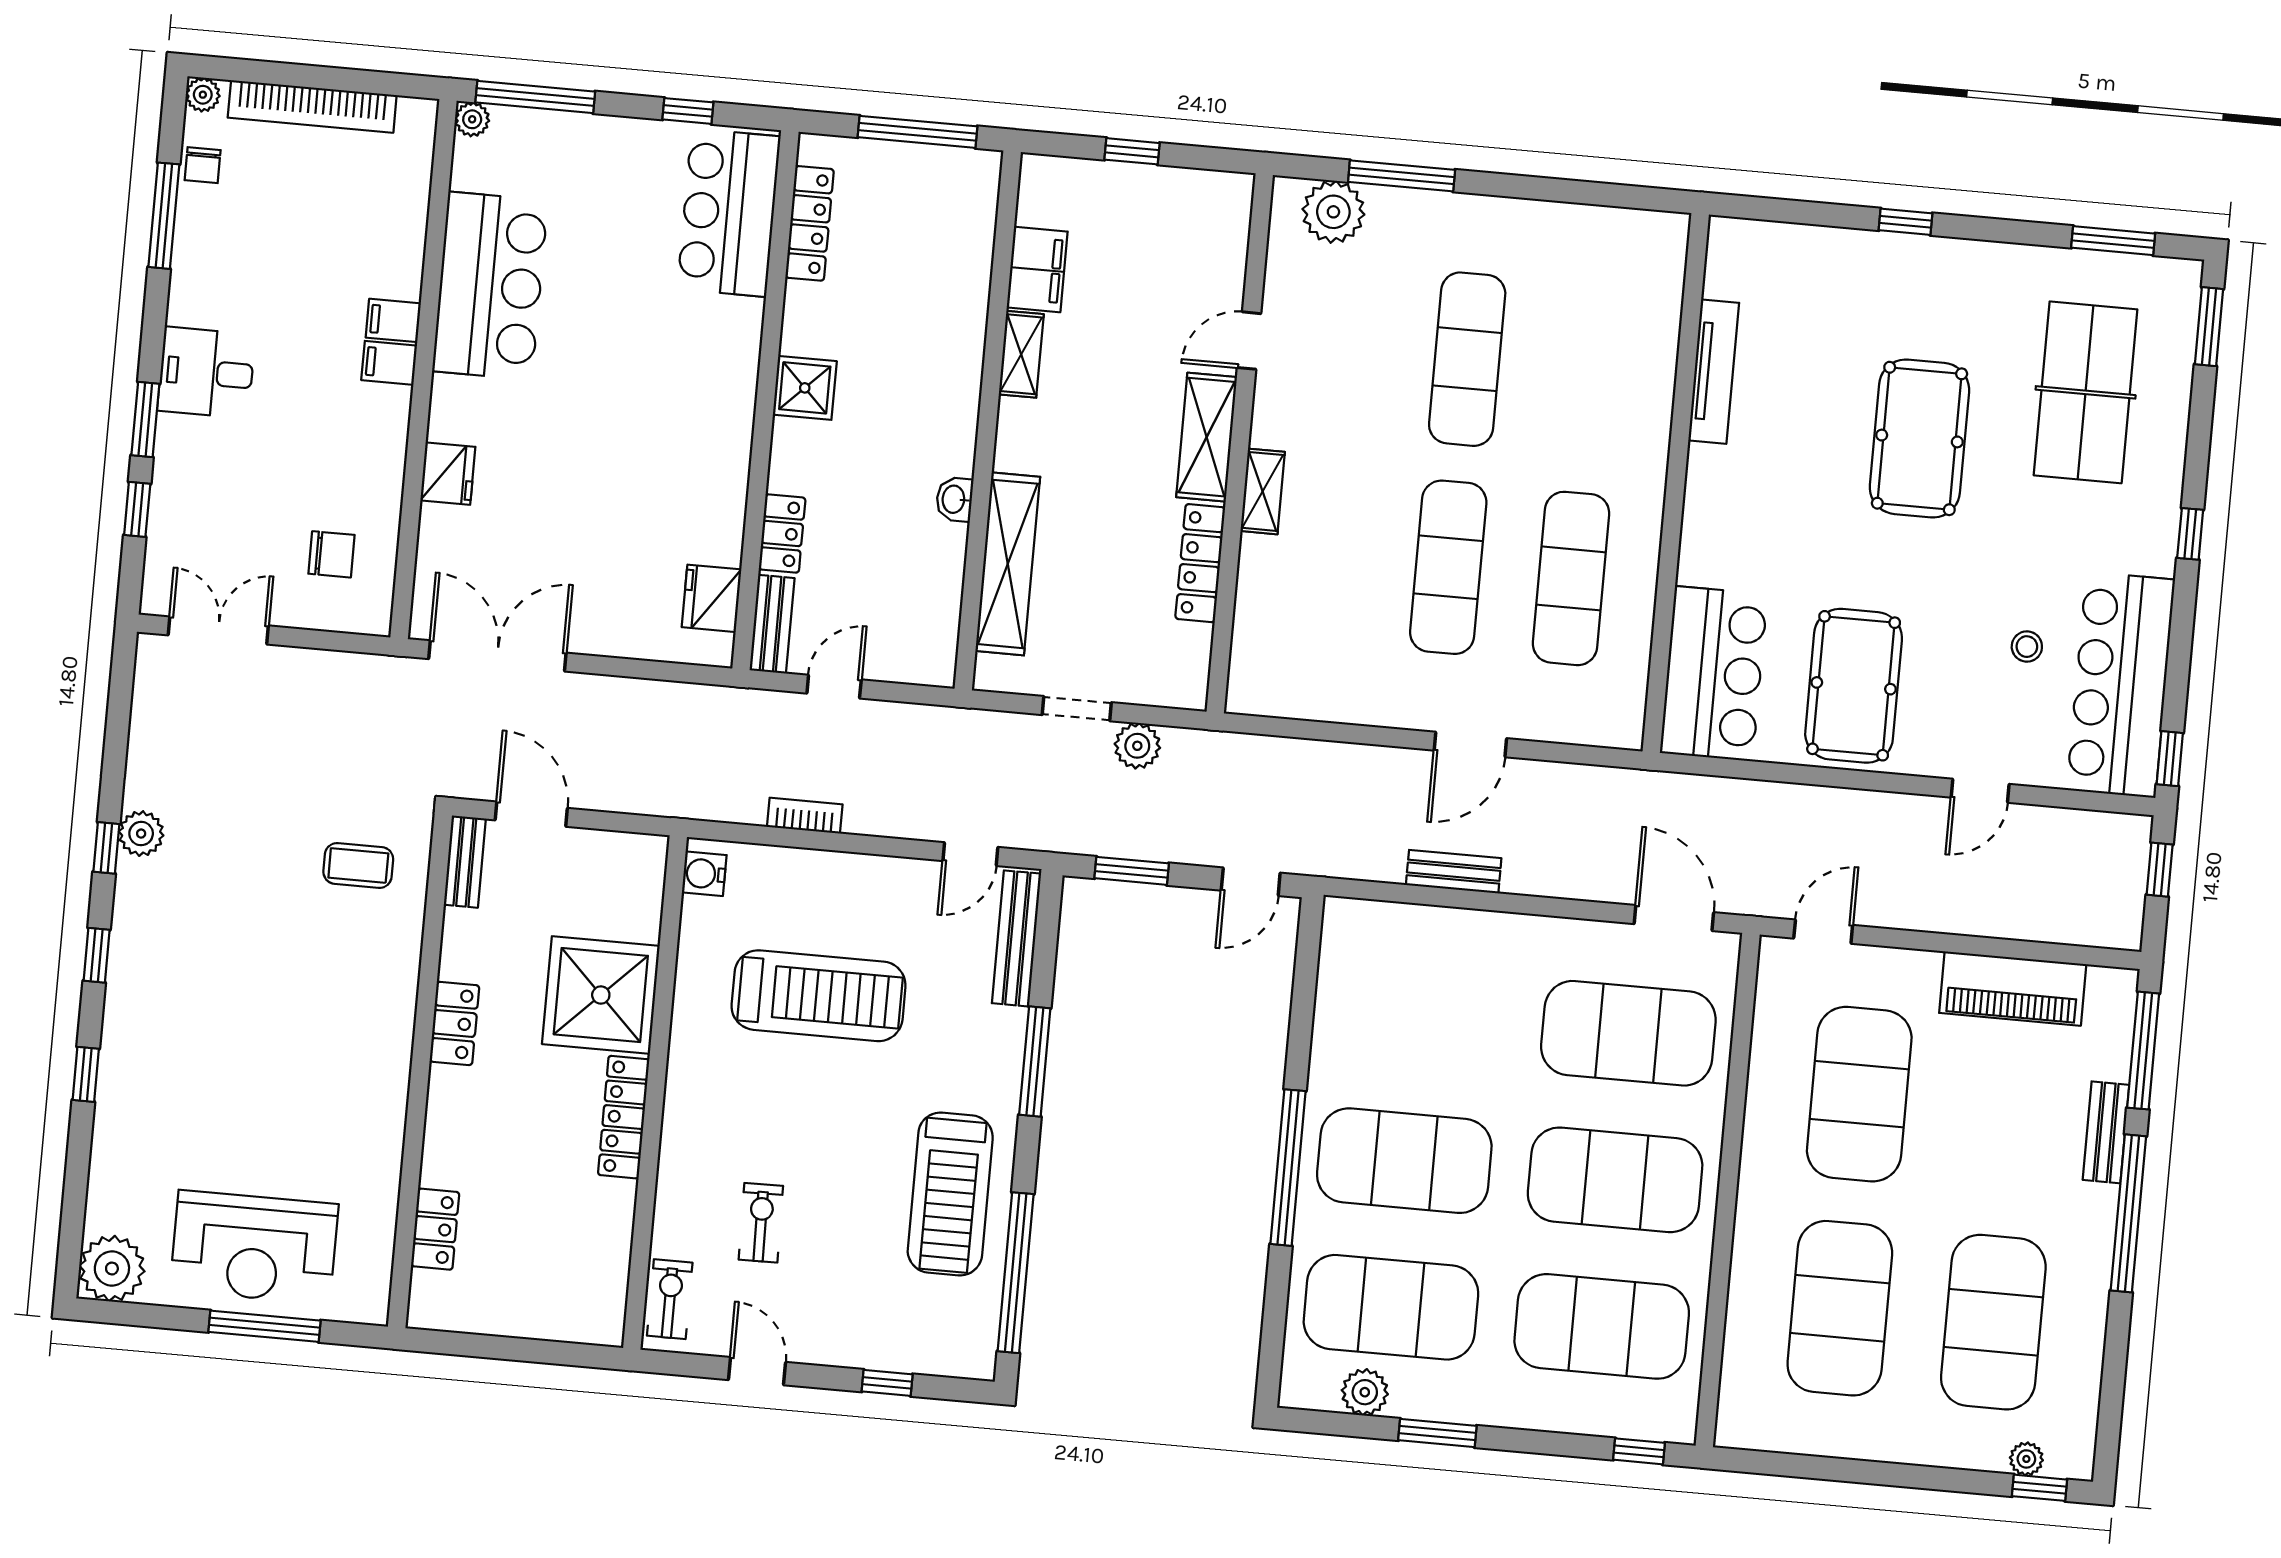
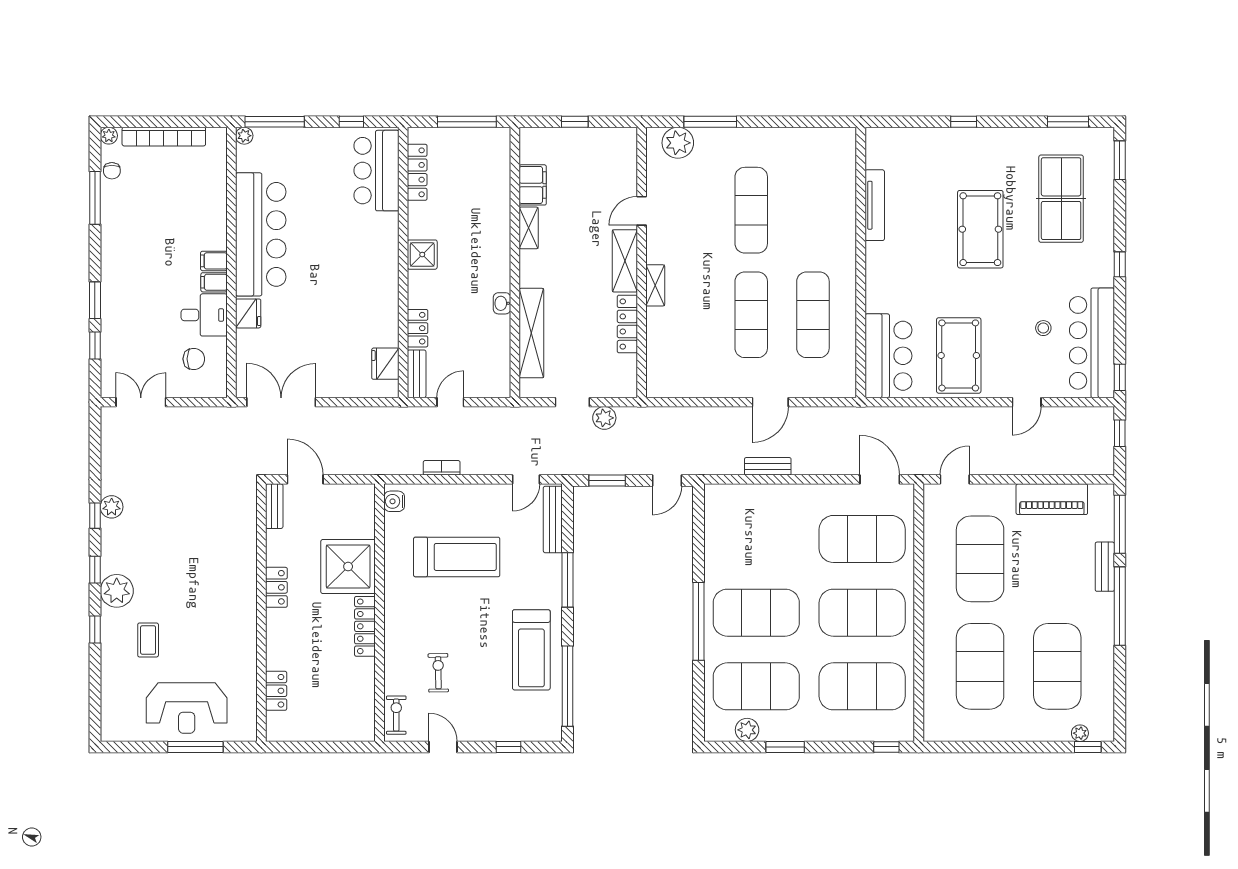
bar counter: (490, 286) -> (261, 234), width x1.36
filing cabinet: (393, 320) -> (214, 282), moved
desk: (206, 373) -> (204, 315), moved, turned 180
coffee table: (358, 865) -> (148, 640), moved, turned 90
plant: (112, 1269) -> (117, 591), moved

